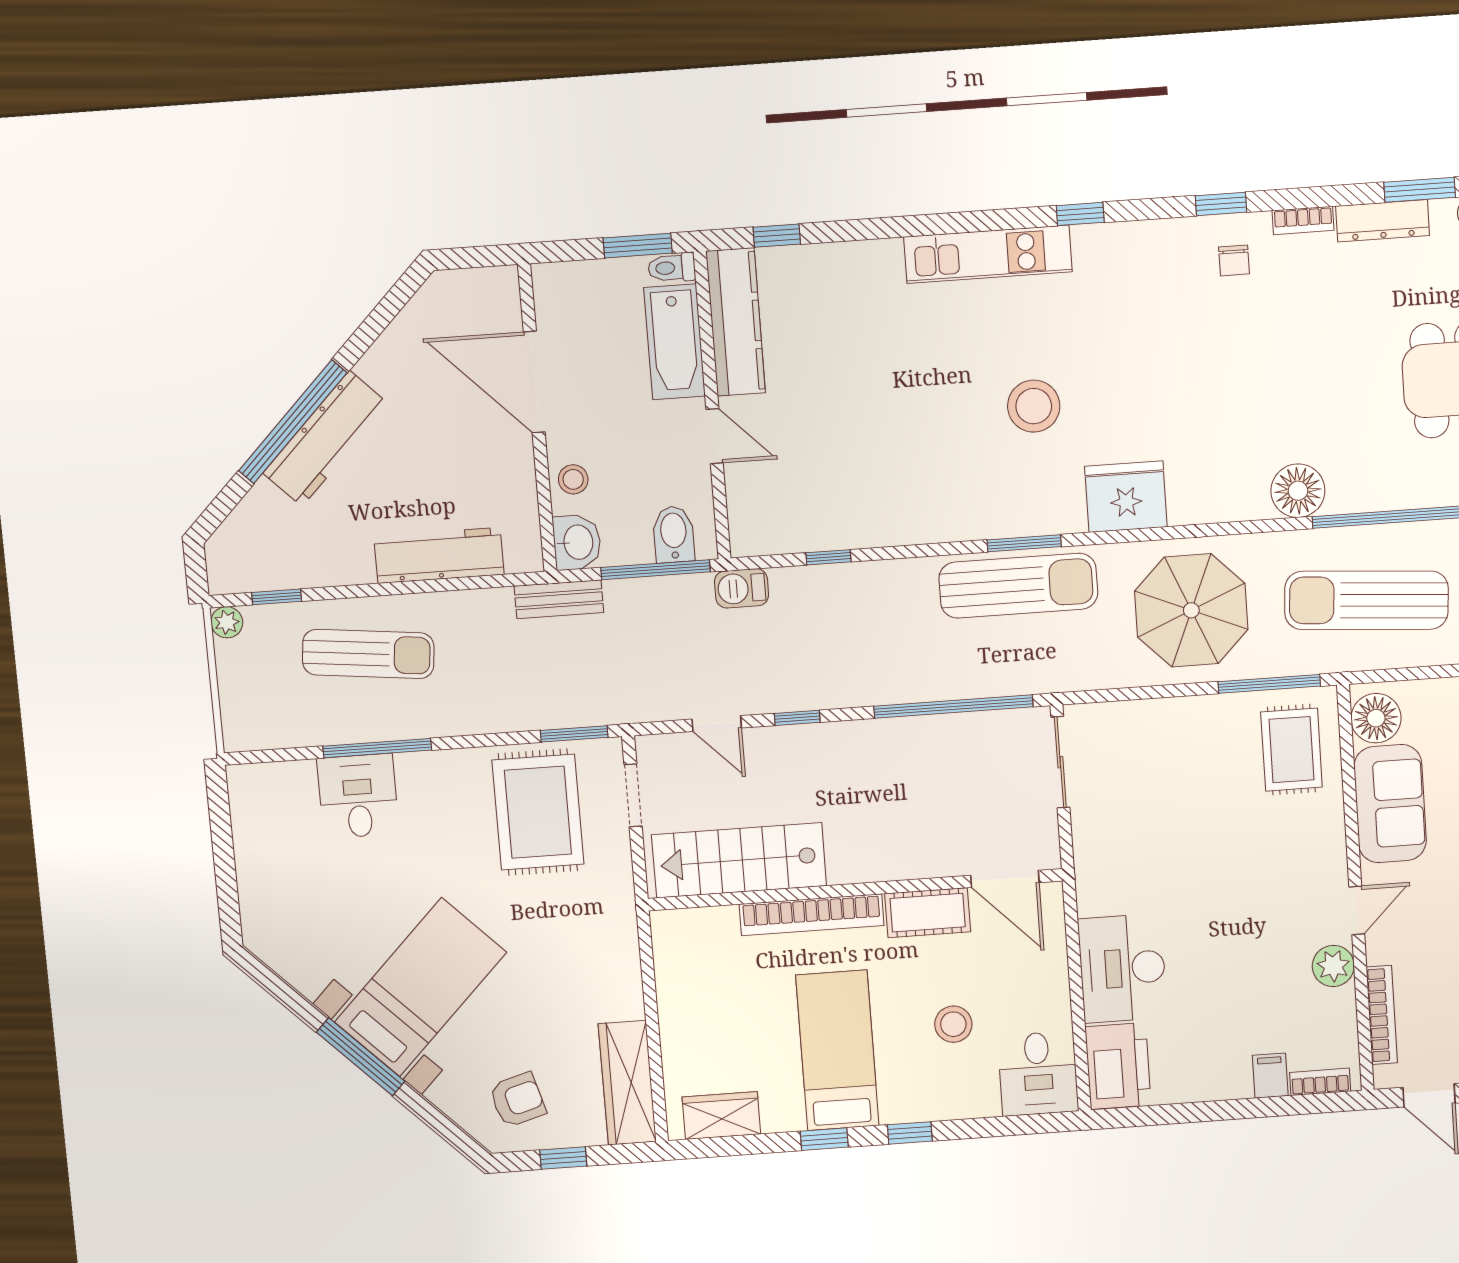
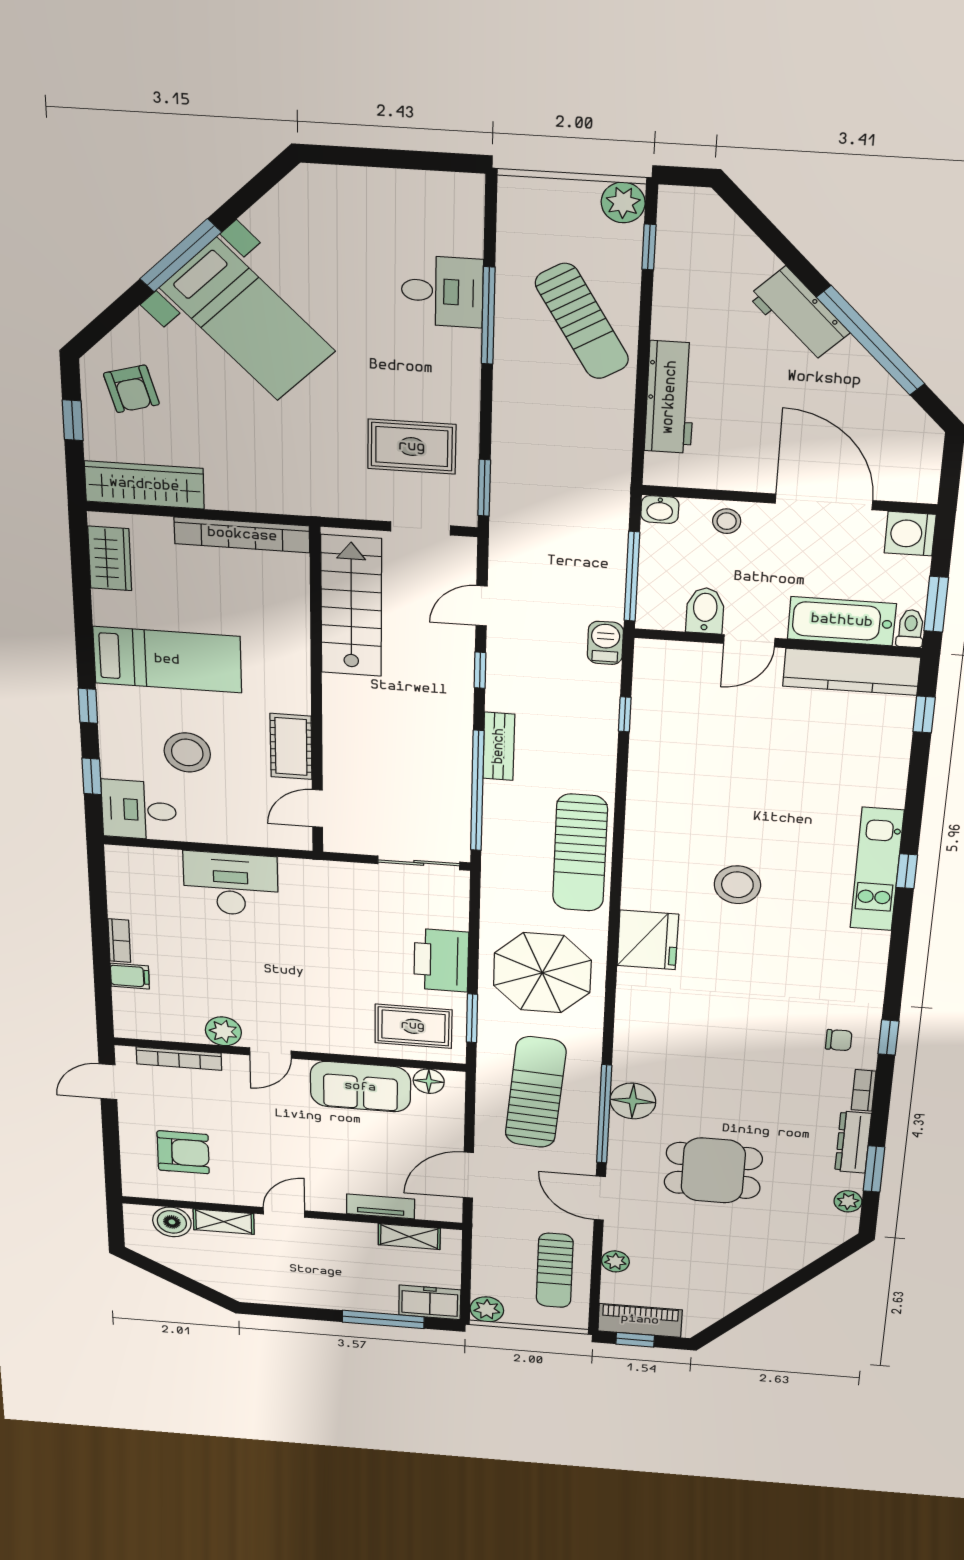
window: (1080, 214) -> (907, 871), moved
chair: (1234, 260) -> (839, 1040), turned 180
washing machine: (557, 287) -> (910, 534), added
door: (534, 382) -> (824, 502), hinge flipped
window: (293, 422) -> (871, 341), moved
workbench: (326, 439) -> (799, 315), width x0.73
floor lamp: (1298, 491) -> (633, 1101), moved
bidet: (674, 534) -> (705, 611), moved, turned -90
washbasin: (577, 542) -> (660, 509), width x0.72, depth x0.69
window: (1024, 543) -> (617, 862), removed
bench: (559, 599) -> (499, 746), moved
plant: (227, 622) -> (623, 203), width x1.38, depth x1.38
sun lounger: (368, 654) -> (582, 321), turned -37
window: (1269, 684) -> (472, 1018), width x0.69
floor lamp: (1376, 718) -> (429, 1081), width x0.73, depth x0.73
rug: (538, 812) -> (412, 447), width x0.73, depth x0.70
door: (1005, 879) -> (317, 808), width x0.73
door: (1357, 910) -> (271, 1053), hinge flipped
bookcase: (812, 915) -> (242, 535), moved, turned -90
stool: (953, 1024) -> (187, 752), width x1.38, depth x1.38
printer: (1118, 1066) -> (441, 960), moved, turned 90
bookcase: (1320, 1082) -> (119, 941), moved
window: (824, 1139) -> (92, 776), moved

